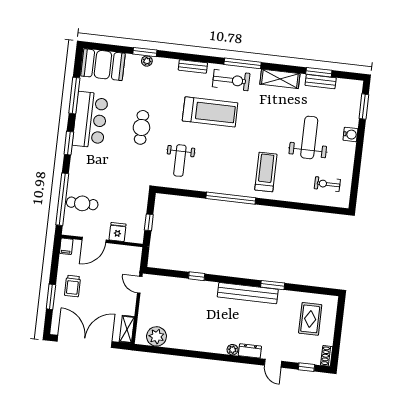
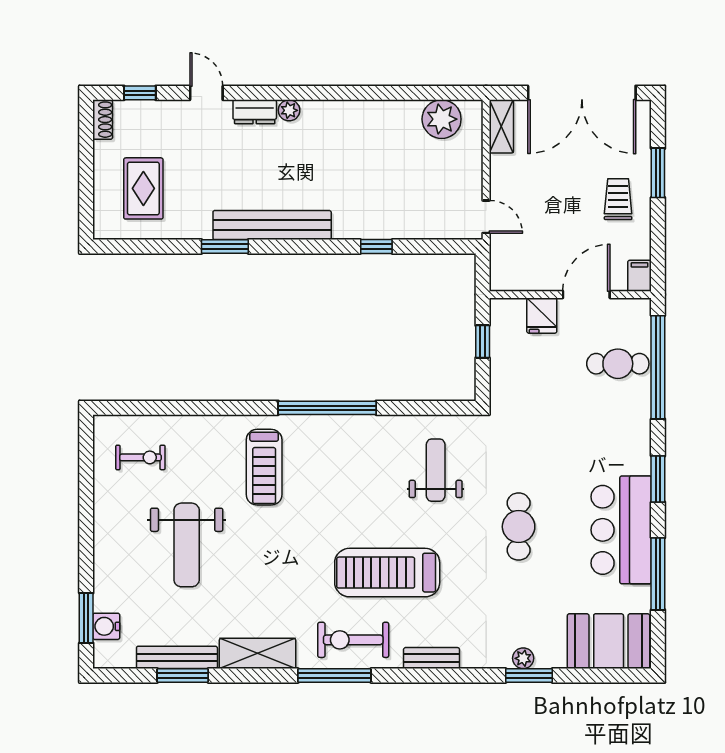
bench: (321, 82) -> (177, 657), width x1.36
water cooler: (350, 134) -> (106, 626), moved

